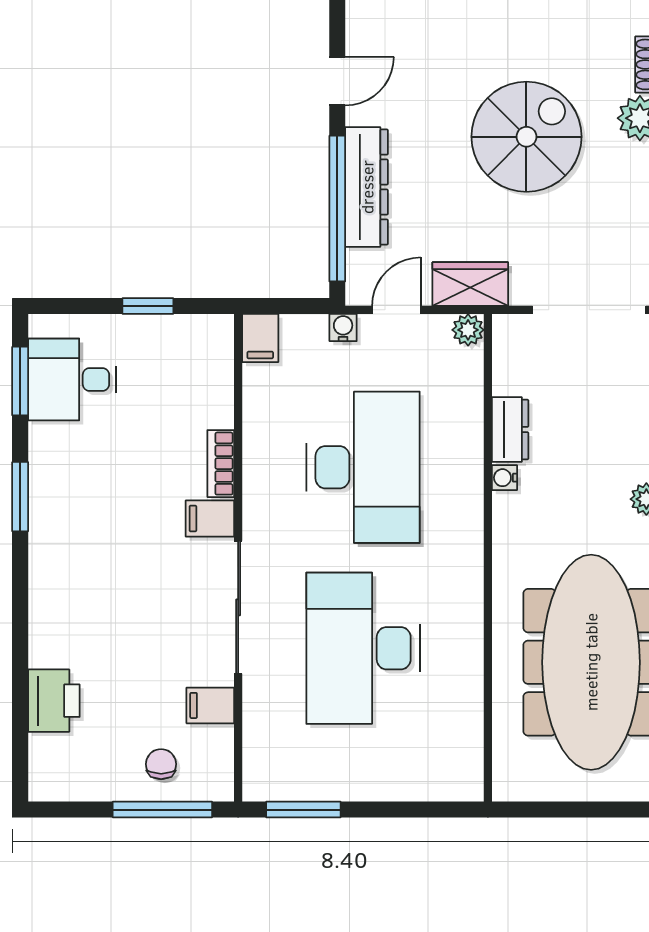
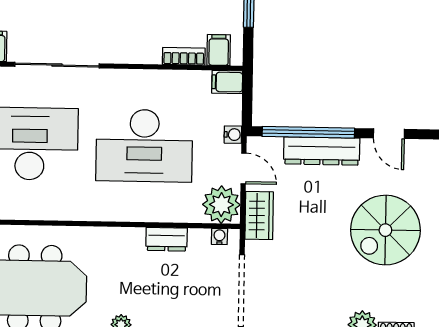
spiral stairs: (526, 137) -> (385, 230), moved, turned 90
plant: (468, 330) -> (221, 205), width x1.87, depth x1.87
bookcase: (221, 464) -> (184, 56), moved
water cooler: (504, 478) -> (219, 237), moved
filing cabinet: (210, 518) -> (219, 50), moved

